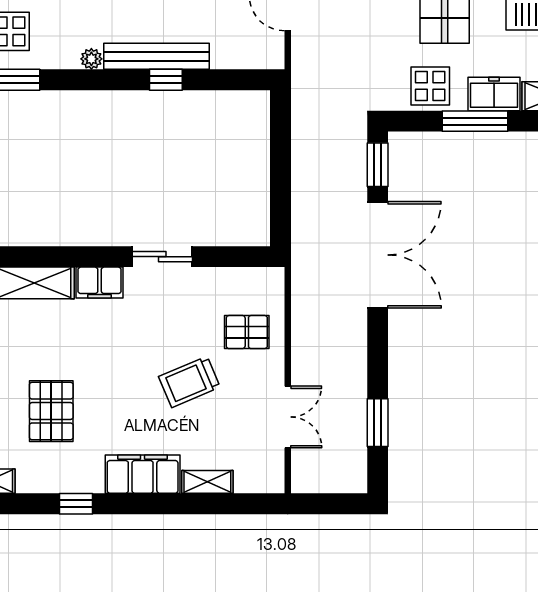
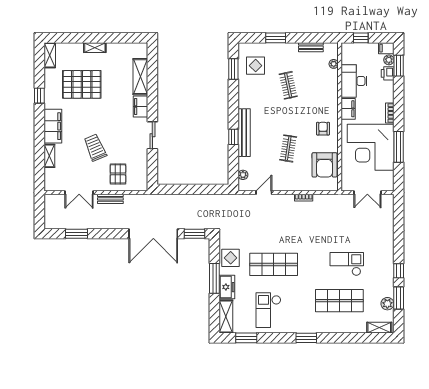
plant: (91, 59) -> (243, 175), moved
bench: (301, 348) -> (110, 199), added
pallet: (51, 411) -> (82, 84), width x1.37, depth x1.41

